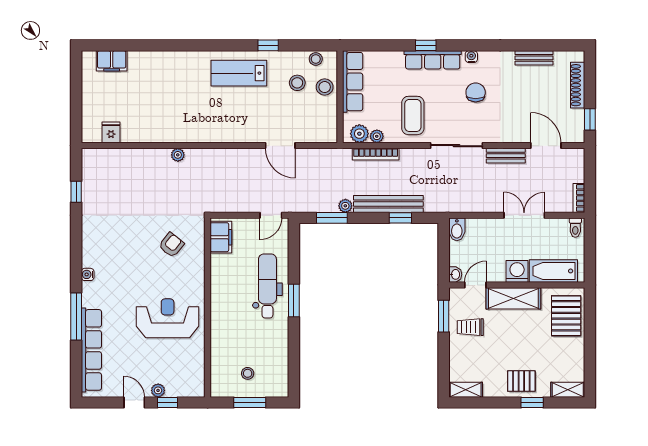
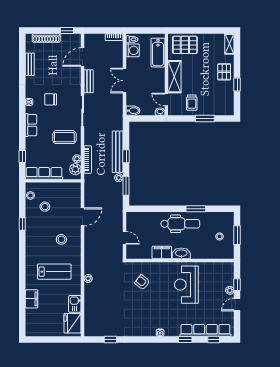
window: (426, 45) -> (22, 157), moved
row of seats: (433, 60) -> (31, 125), width x0.68
filing cabinet: (112, 61) -> (32, 299), moved
lab bench: (239, 73) -> (54, 272), moved, turned -90
stool: (325, 87) -> (61, 239), moved
fridge: (111, 132) -> (73, 323), width x1.88, depth x1.34
kitchen sink: (135, 133) -> (75, 304), added
door: (271, 215) -> (124, 238), moved
double door: (524, 215) -> (124, 81), moved
window: (400, 218) -> (126, 156), moved
filing cabinet: (221, 237) -> (162, 253), moved
washing machine: (517, 271) -> (133, 50), moved, turned 180
dental chair: (267, 286) -> (180, 224), moved, turned 180
window: (294, 301) -> (196, 209), moved
washbasin: (219, 310) -> (181, 253), added
window: (76, 316) -> (185, 340), width x0.46
window: (444, 316) -> (205, 119), moved
window: (76, 364) -> (214, 340), added
shelving: (466, 390) -> (229, 105), removed
window: (532, 402) -> (237, 84), moved

